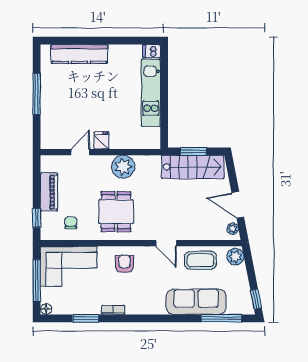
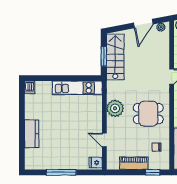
kitchen counter: (79, 54) -> (32, 134), width x0.67
kitchen unit: (151, 93) -> (77, 88), moved
fridge: (101, 140) -> (96, 163), moved

